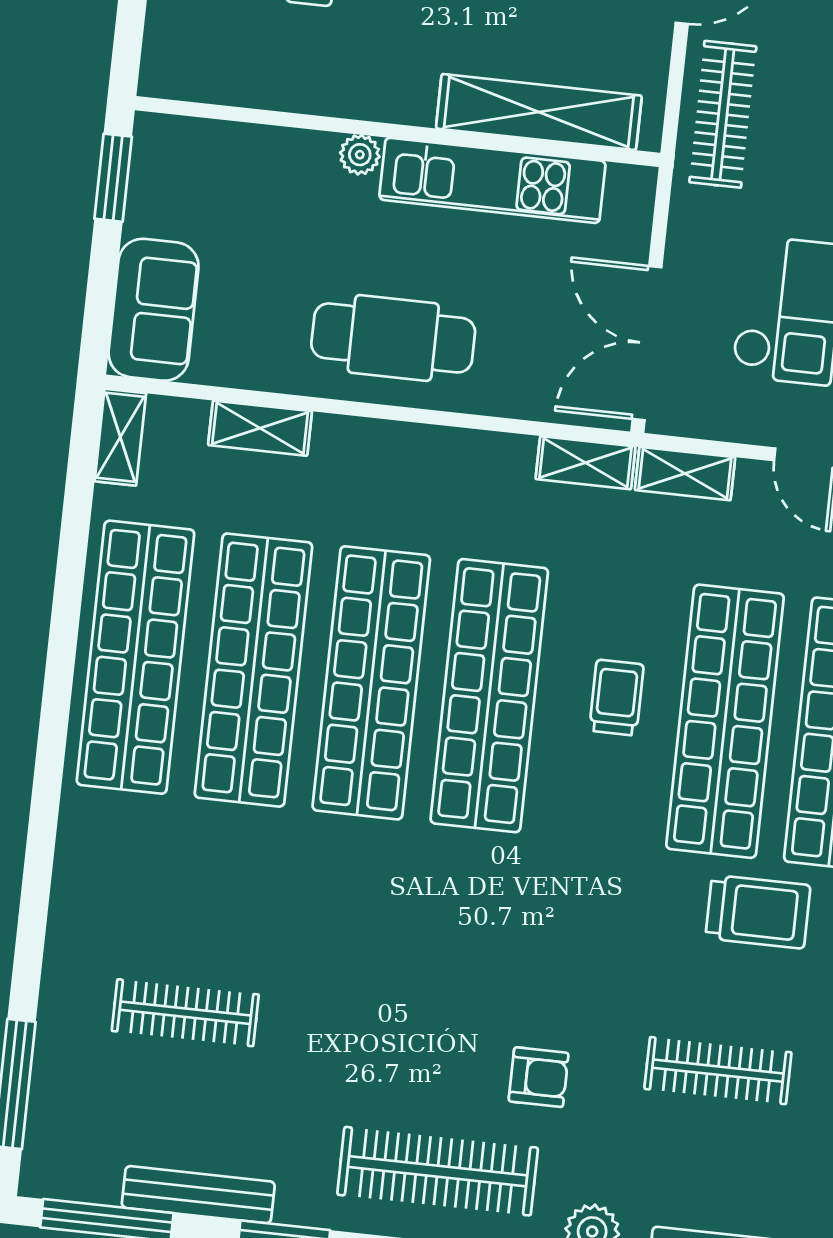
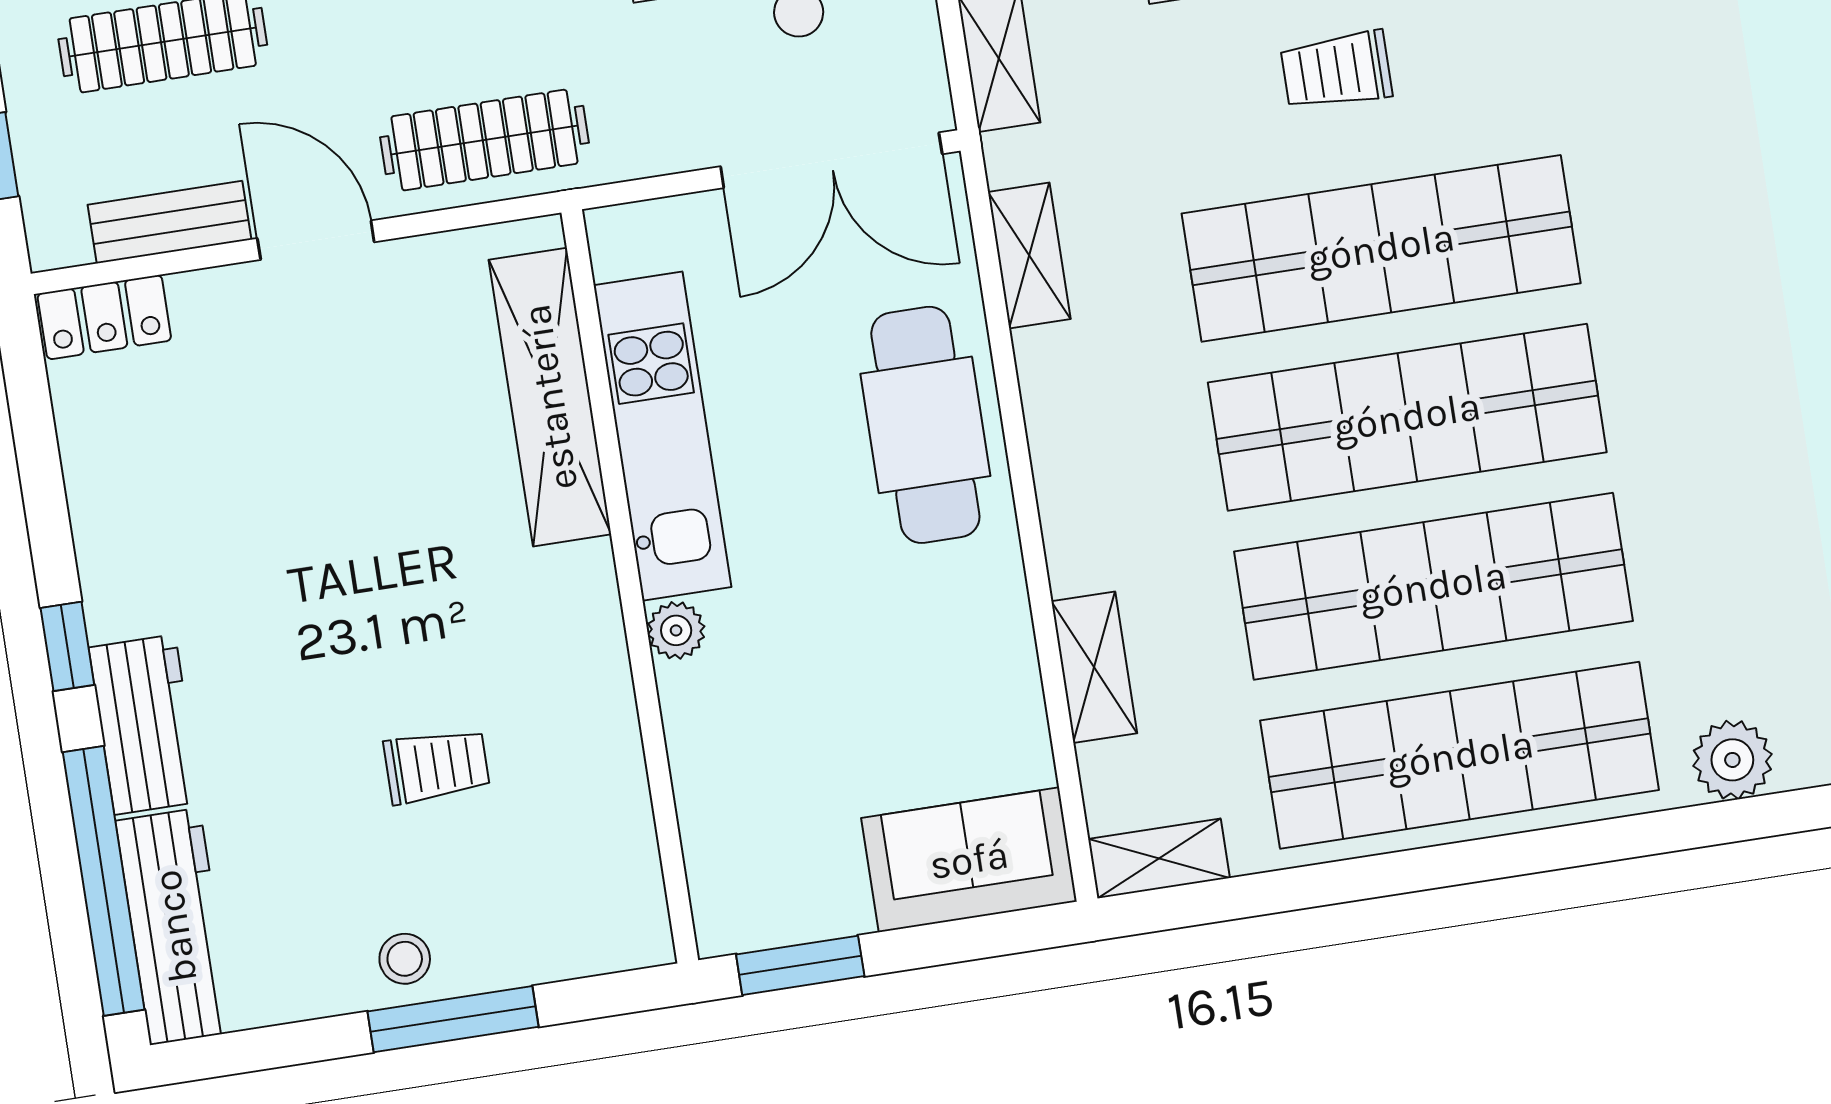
cafe table: (393, 338) -> (925, 425), moved
shelving: (586, 463) -> (1029, 256), moved
plant: (83, 839) -> (1732, 760), added

